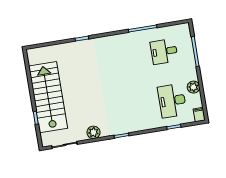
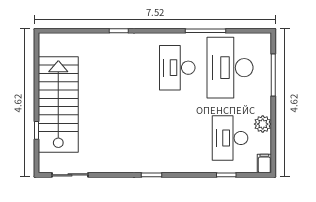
desk: (164, 51) -> (230, 68), width x1.87, depth x1.30
desk: (127, 58) -> (177, 68), added
plant: (93, 132) -> (113, 164), removed

